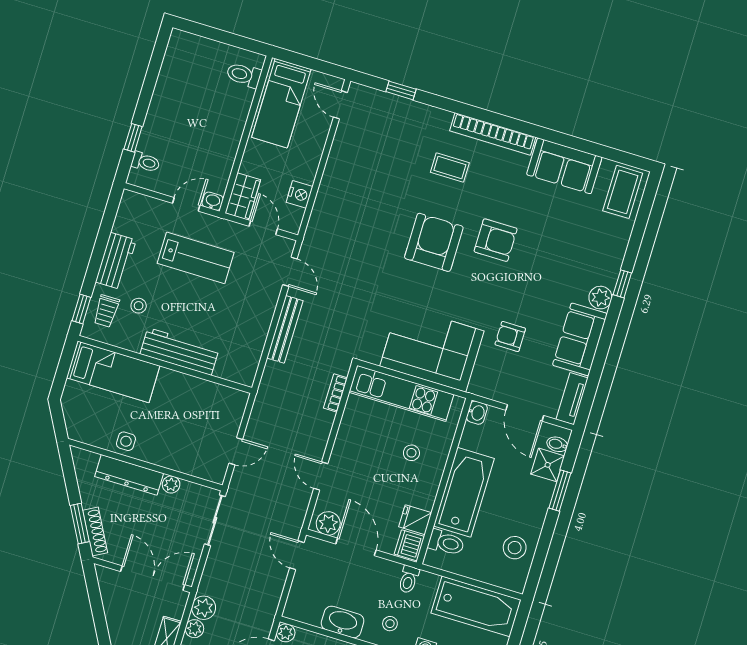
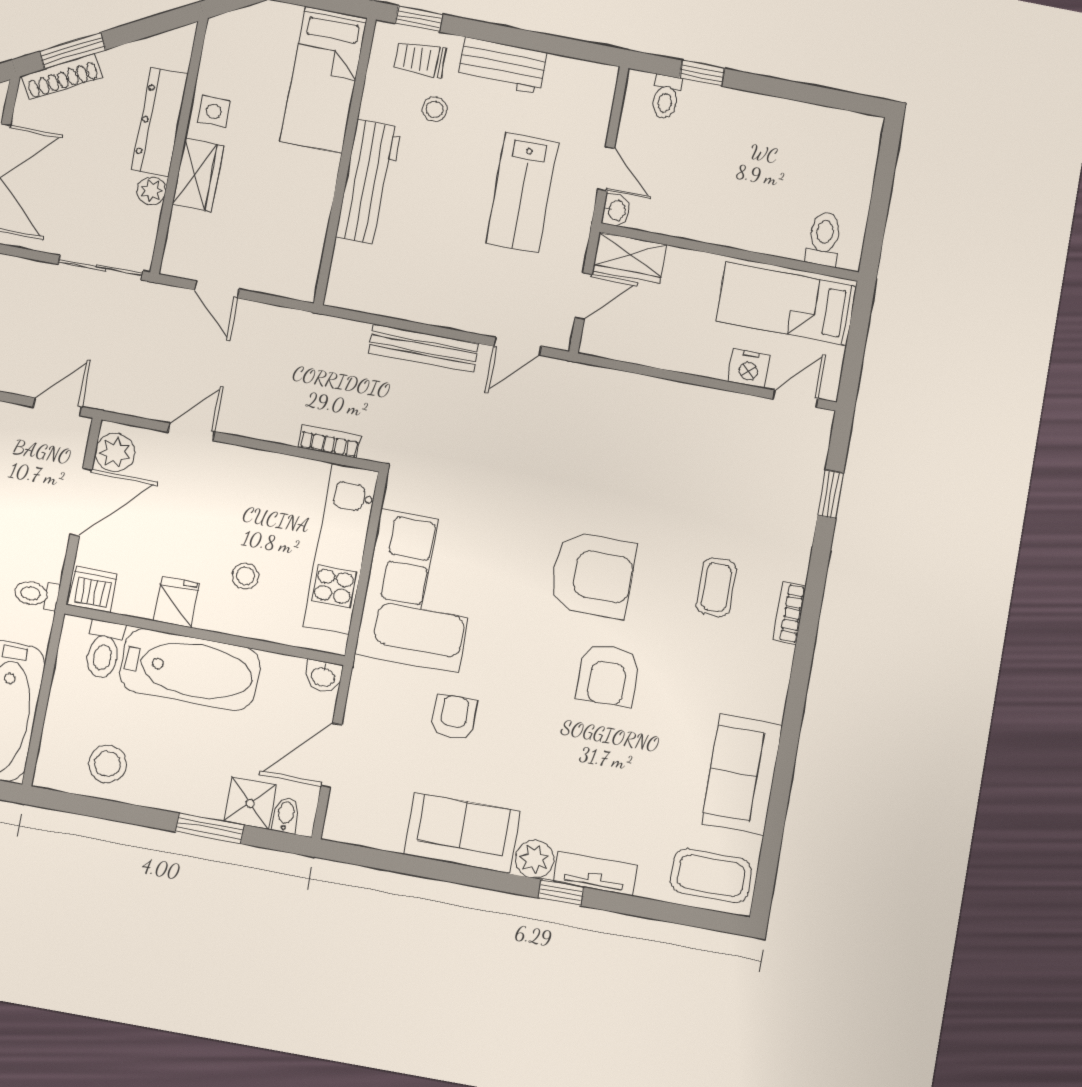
bookcase: (493, 134) -> (789, 613), width x0.43, depth x0.76
nightstand: (299, 194) -> (749, 368), moved
tv unit: (572, 399) -> (595, 873), moved
wardrobe: (164, 455) -> (198, 175), added
fridge: (415, 520) -> (177, 602), moved

